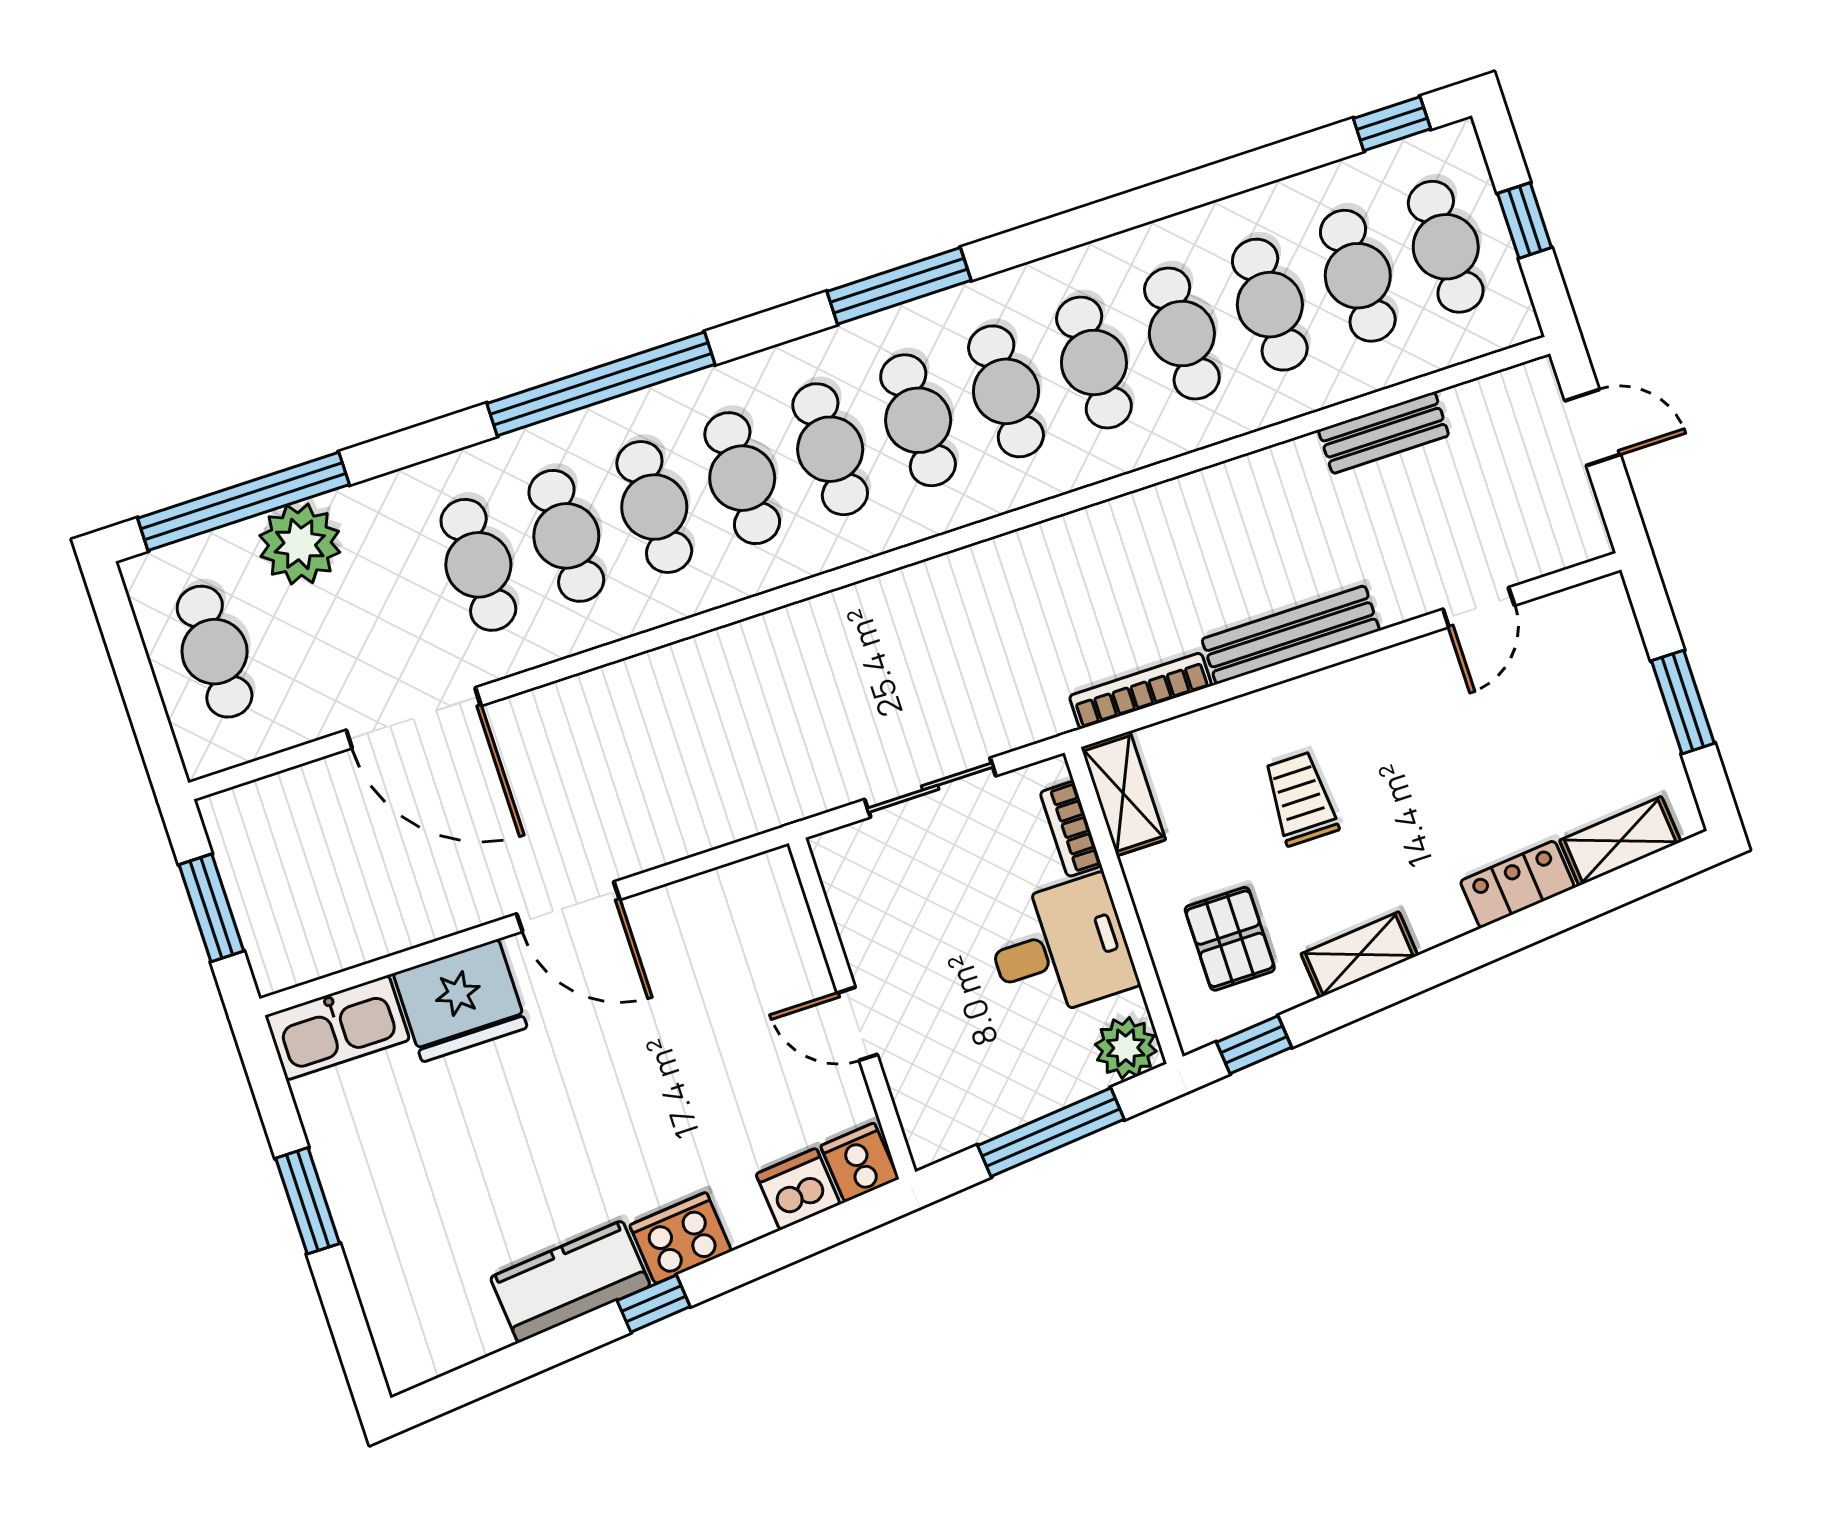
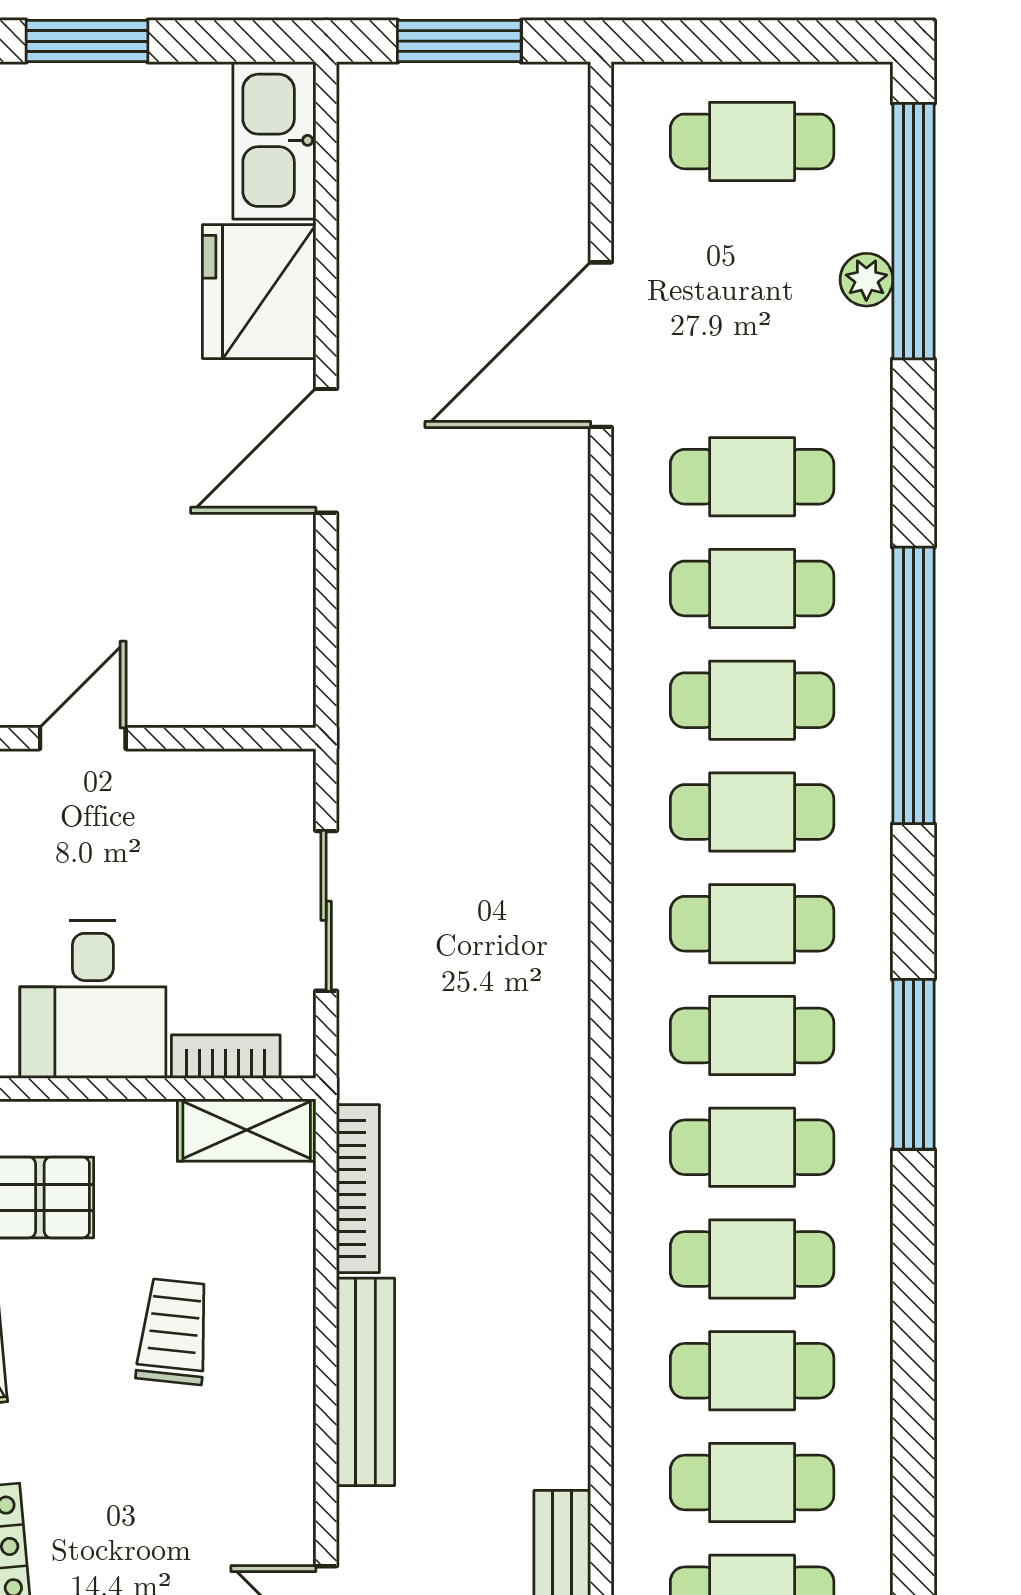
plant: (300, 544) -> (866, 280), width x0.53, depth x0.53
trolley: (1301, 799) -> (174, 1332), turned -84

